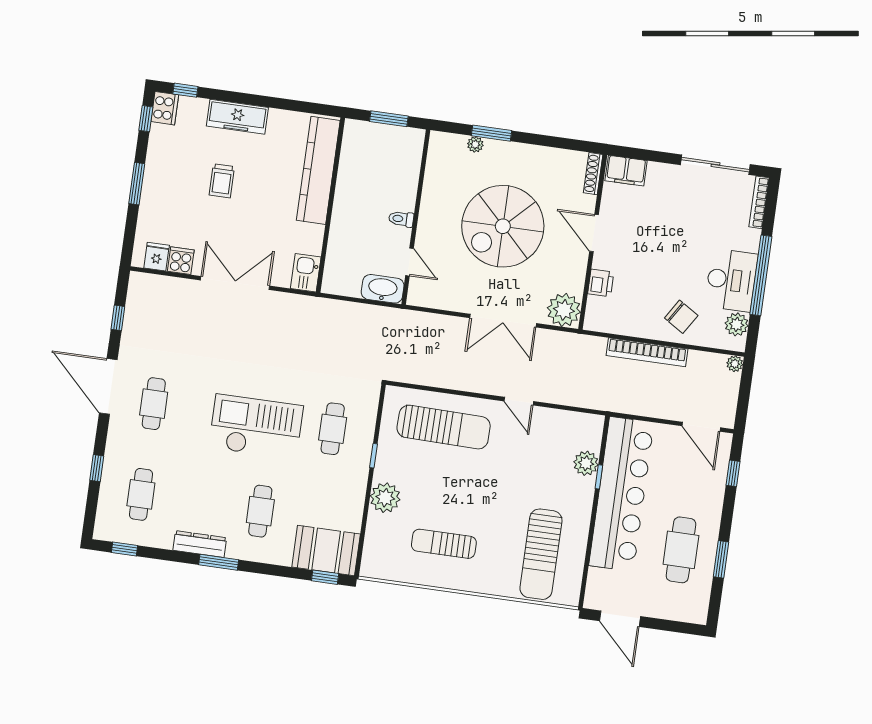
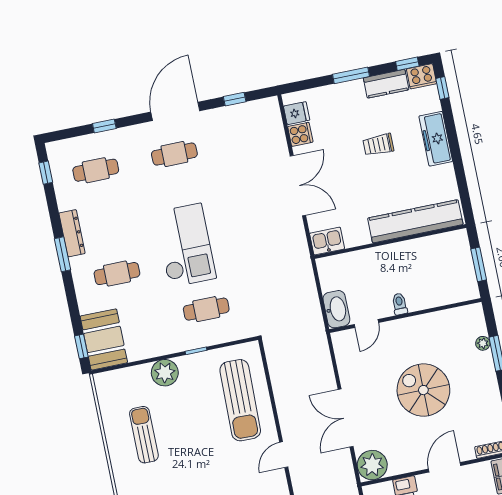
kitchen counter: (159, 149) -> (386, 84), added
spiral stairs: (503, 226) -> (423, 390), width x0.73, depth x0.73

